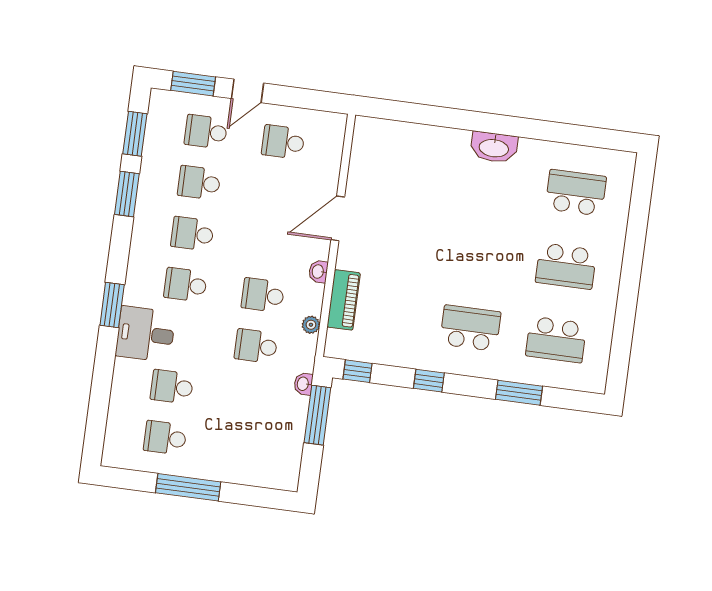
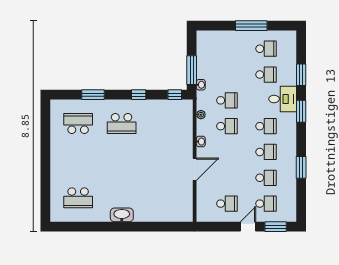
window: (135, 134) -> (301, 75), moved
school desk: (566, 266) -> (78, 161), removed
piano: (344, 300) -> (186, 129), removed

